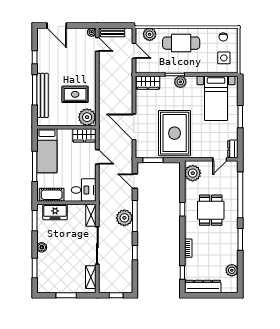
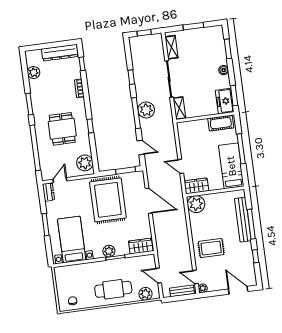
side table: (224, 58) -> (69, 280), removed
rug: (75, 94) -> (211, 248), moved
desk: (84, 190) -> (190, 132), removed
freezer: (55, 212) -> (225, 101), moved, turned -90

